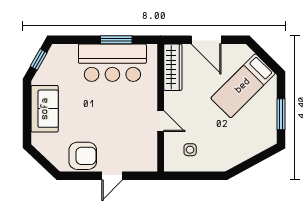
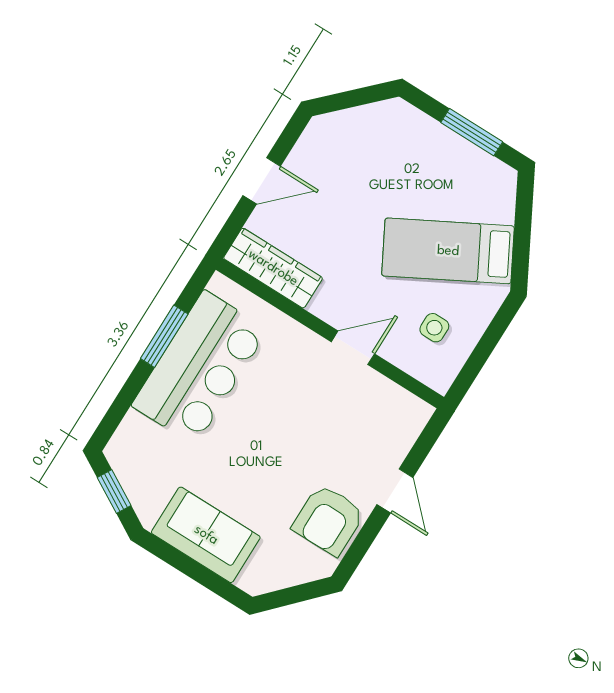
door: (206, 40) -> (262, 181), width x0.73
bed: (243, 86) -> (448, 251), moved, turned 106
armchair: (83, 156) -> (328, 520), turned 180

